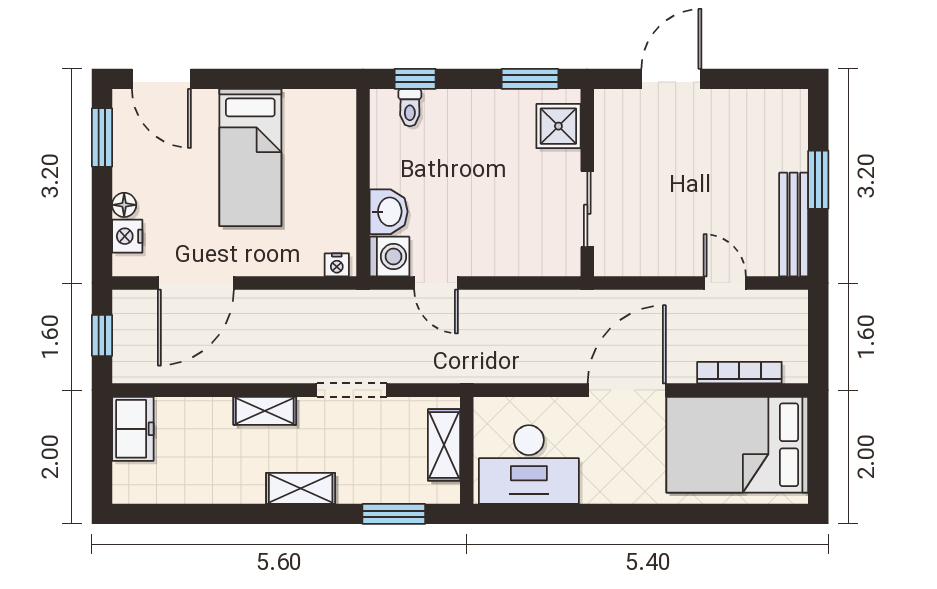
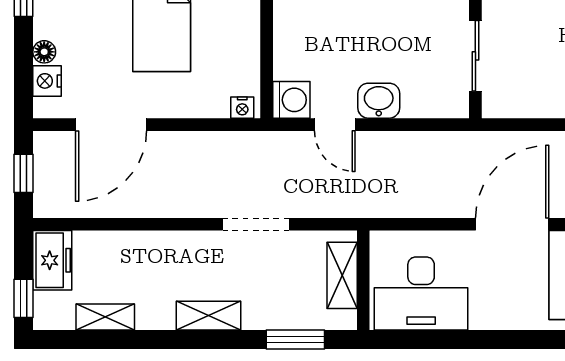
washbasin: (389, 212) -> (379, 101), moved, turned -90
shelving: (265, 411) -> (105, 317), moved
window: (102, 470) -> (24, 298), added

